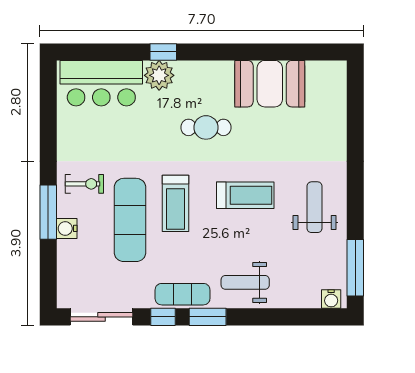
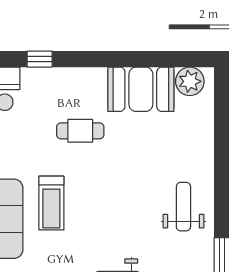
plant: (159, 75) -> (190, 81), moved
treadmill: (245, 195) -> (118, 195), removed

